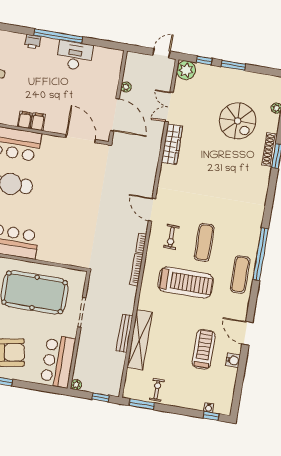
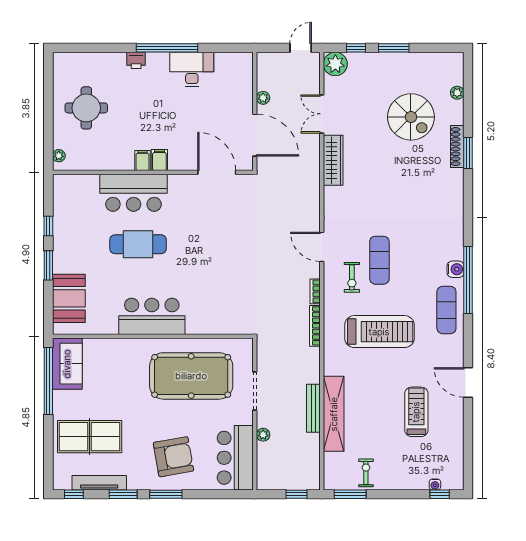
exercise mat: (204, 242) -> (379, 260), moved
water cooler: (233, 360) -> (456, 269), moved
plant: (76, 385) -> (263, 435), moved

